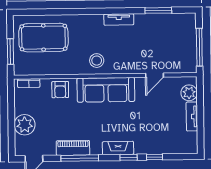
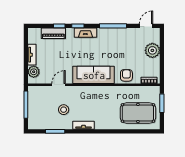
stool: (97, 61) -> (64, 110), moved
piano: (73, 148) -> (53, 33), moved

